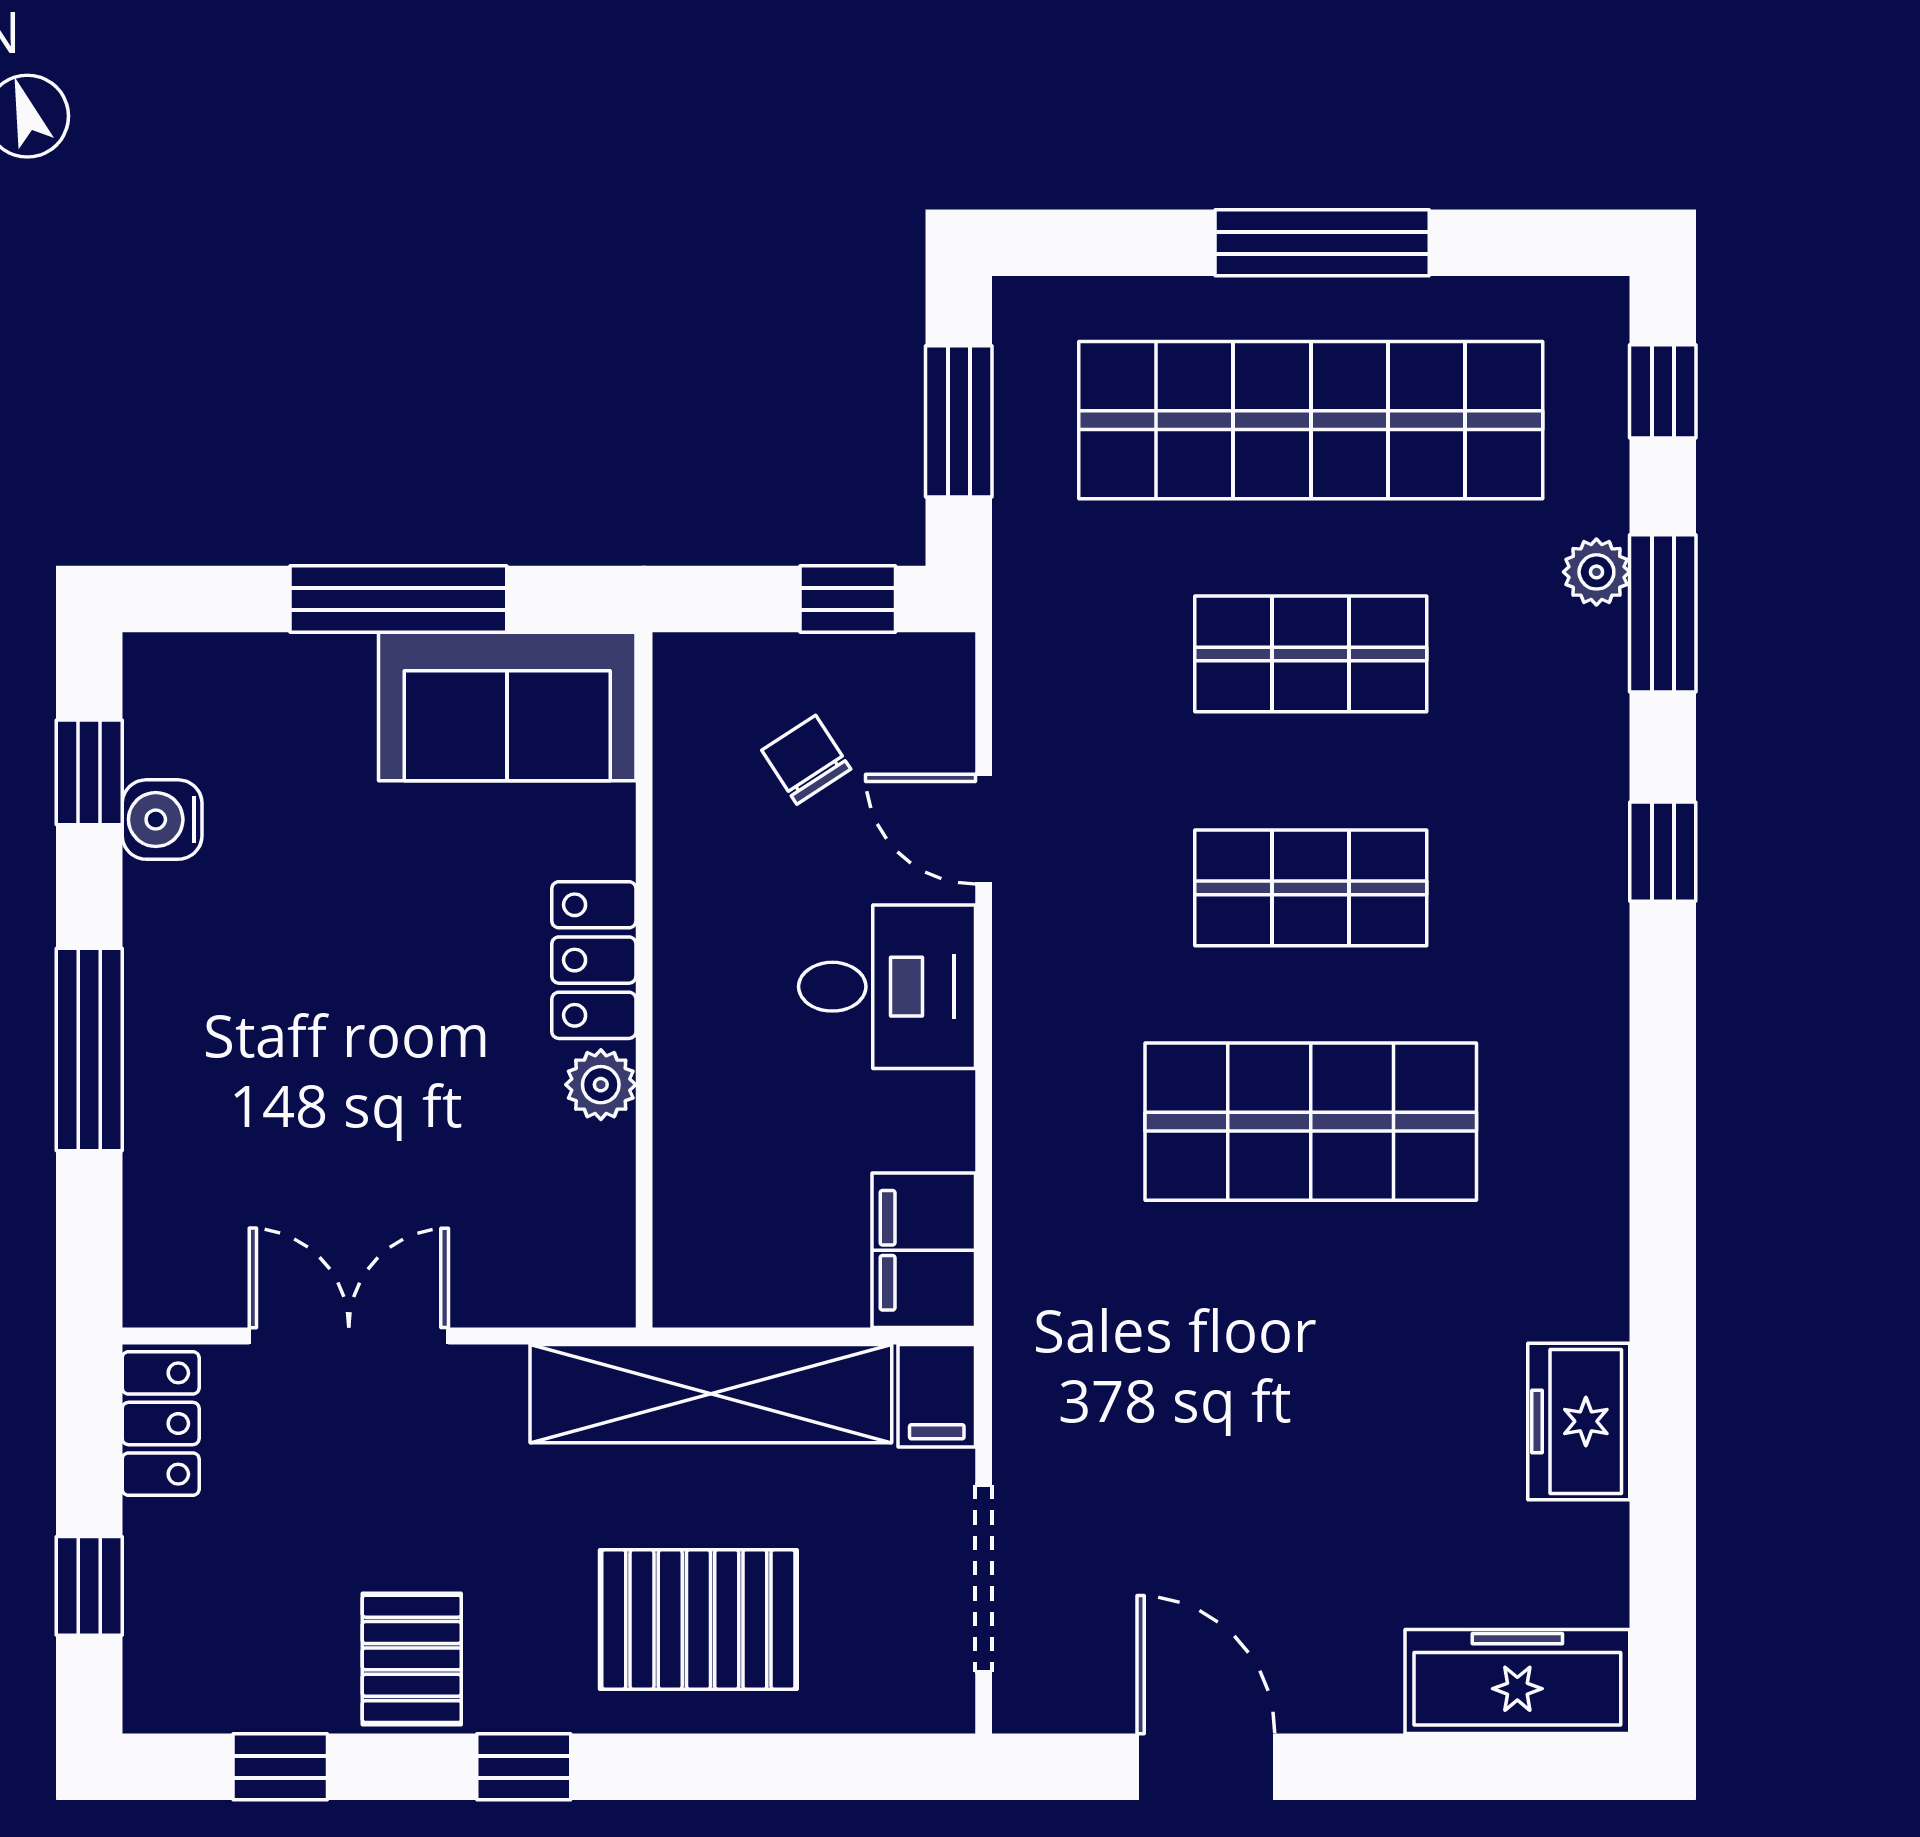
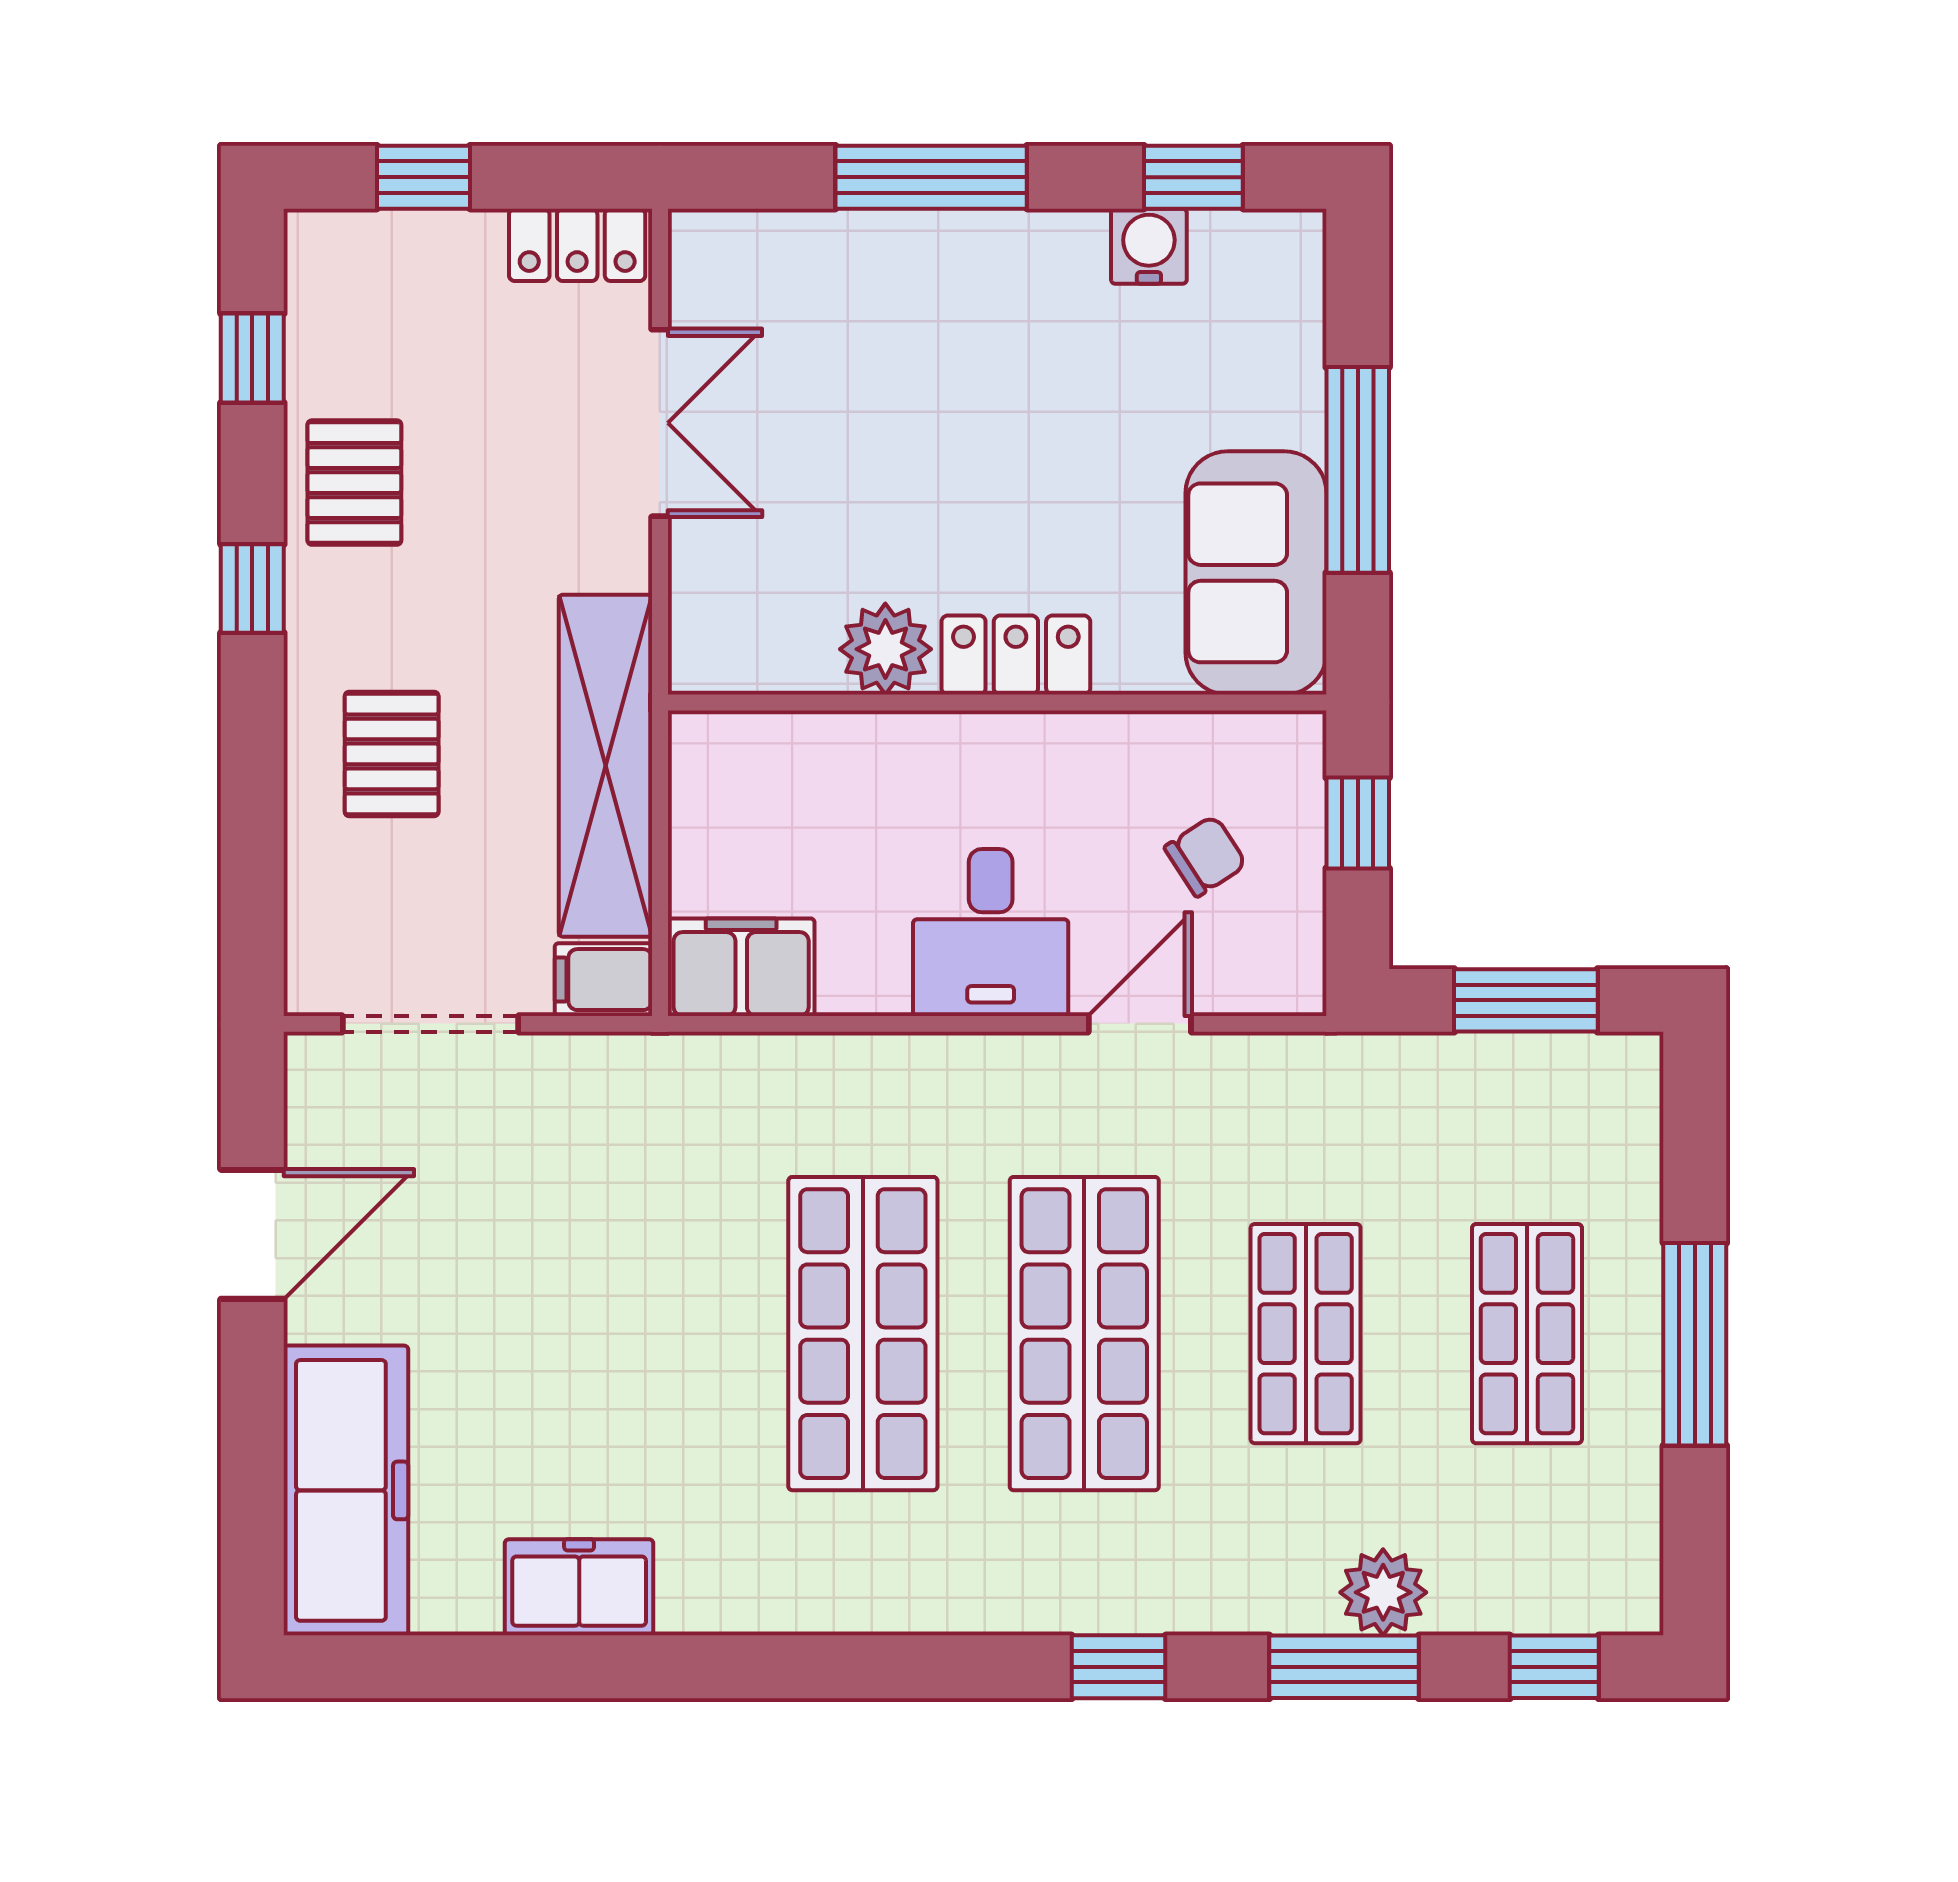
shop shelf: (1311, 420) -> (1527, 1334), width x0.50, depth x0.74
plant: (1596, 572) -> (1383, 1592), width x1.38, depth x1.38
window: (848, 599) -> (1358, 823), moved
shop shelf: (1311, 888) -> (1084, 1334), width x1.43, depth x1.36
plant: (601, 1085) -> (885, 649), width x1.38, depth x1.38
pallet: (698, 1619) -> (392, 754), width x0.67, depth x0.71
pallet: (412, 1659) -> (354, 483), turned 90
freezer: (1517, 1681) -> (346, 1490), width x1.36, depth x1.26

